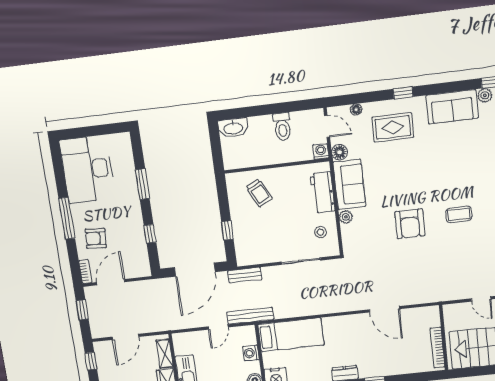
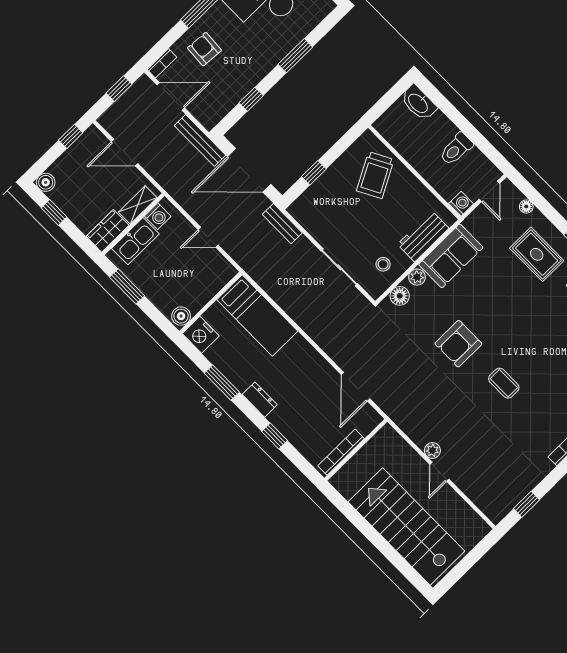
floor lamp: (340, 152) -> (400, 296), moved
trolley: (259, 193) -> (375, 175), width x1.36, depth x1.39
plant: (464, 293) -> (432, 451), added
bench: (250, 316) -> (200, 140), moved
wall: (444, 338) -> (356, 450), moved
bookcase: (437, 348) -> (341, 452), moved
washing machine: (251, 353) -> (158, 216), moved, turned 180

